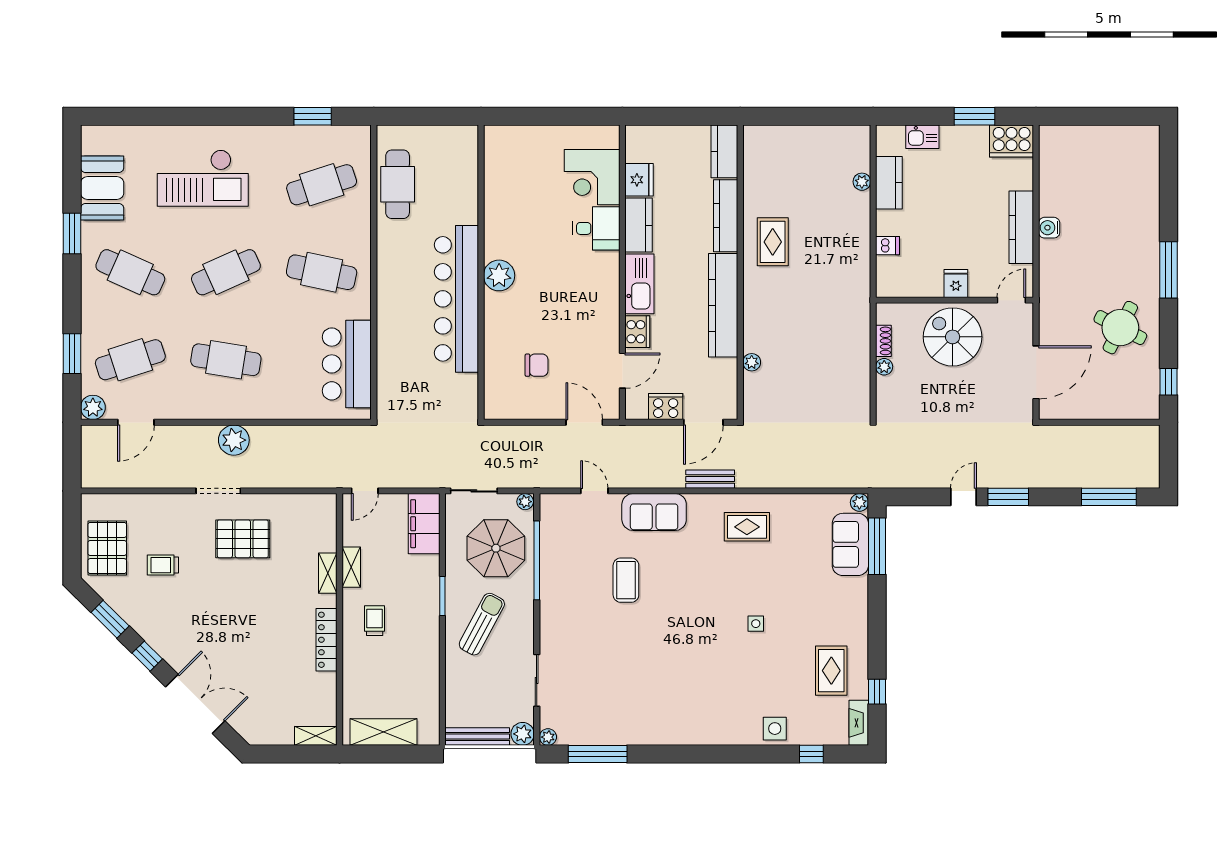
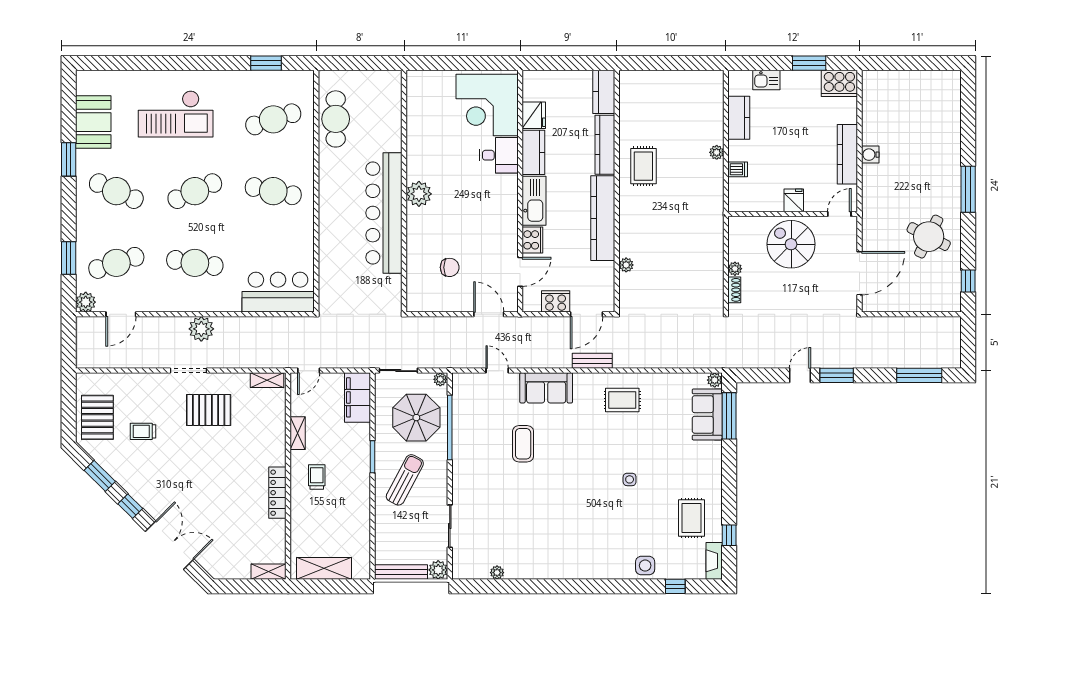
corner desk: (592, 177) -> (487, 105), width x1.36, depth x1.36
plant: (862, 182) -> (717, 152), moved
shoe rack: (883, 341) -> (734, 290), moved
bar counter: (347, 364) -> (278, 292), moved, turned 90
shelving: (328, 573) -> (267, 380), moved, turned 90
plant: (548, 737) -> (497, 573), moved
window: (598, 754) -> (500, 586), removed

